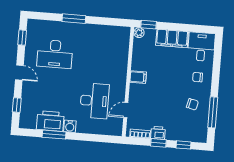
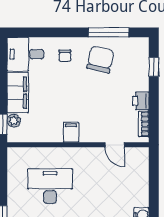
plant: (139, 33) -> (14, 121), moved
desk: (94, 101) -> (50, 186), moved
chair: (192, 104) -> (100, 59), width x1.87, depth x1.87
window: (158, 143) -> (154, 99), removed

